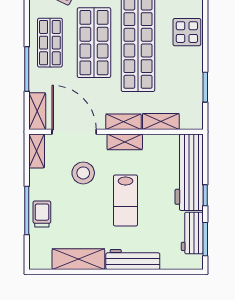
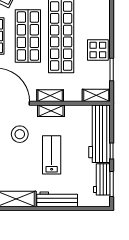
display table: (187, 32) -> (98, 50), moved
shelving: (161, 122) -> (96, 95), moved
lab bench: (125, 200) -> (52, 155), turned 180

